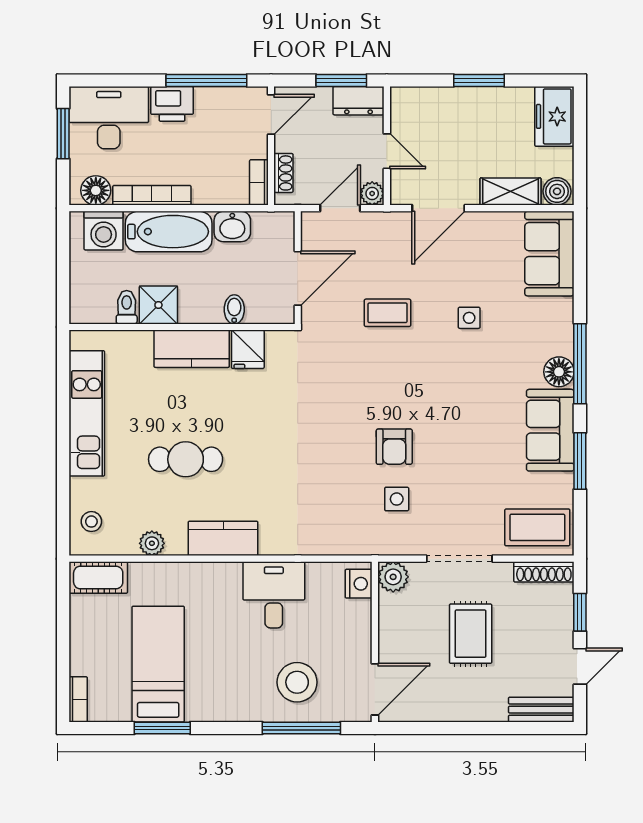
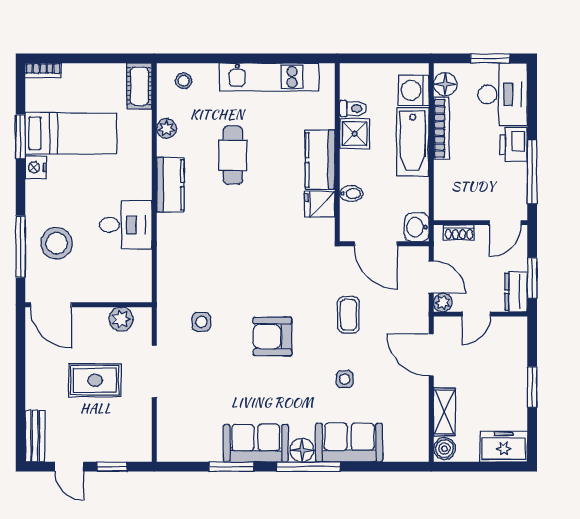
door: (271, 114) -> (505, 223), hinge flipped
bookcase: (259, 182) -> (452, 213), removed
washbasin: (232, 226) -> (417, 227), moved
sofa: (549, 254) -> (349, 443), moved
armchair: (394, 447) -> (272, 336), moved, width x1.38, depth x1.38
coffee table: (537, 527) -> (179, 433), removed
shoe rack: (544, 572) -> (144, 438), removed
plant: (393, 577) -> (121, 319), moved
nightstand: (359, 584) -> (36, 167), moved, turned 90

